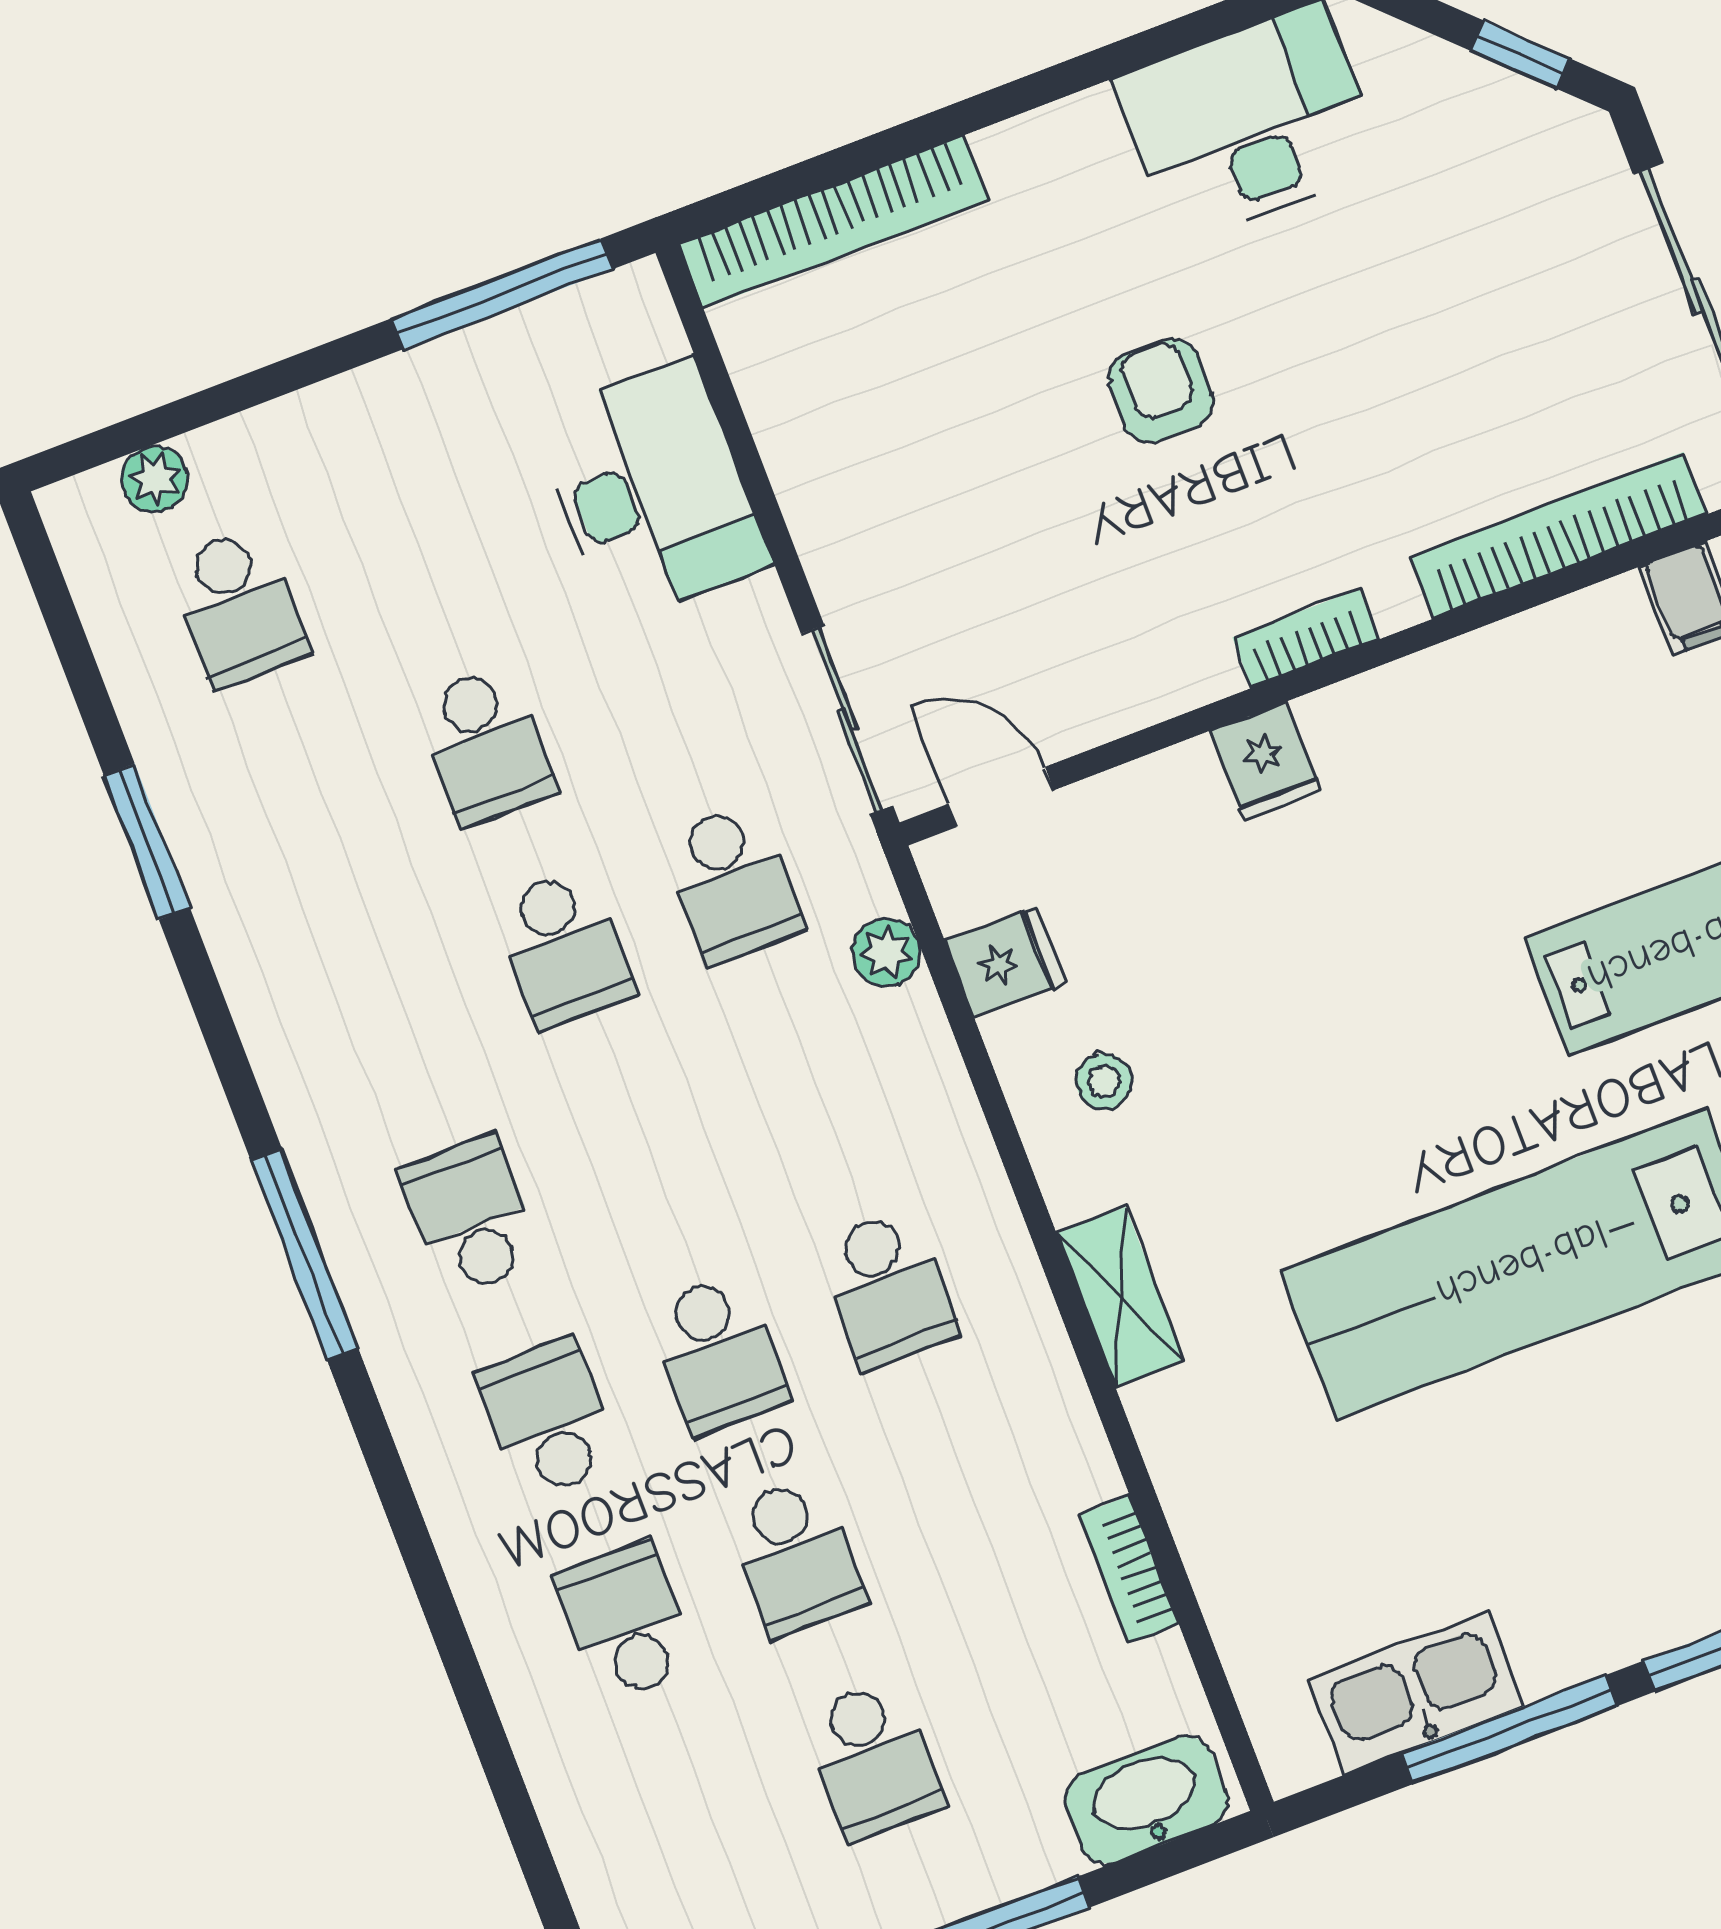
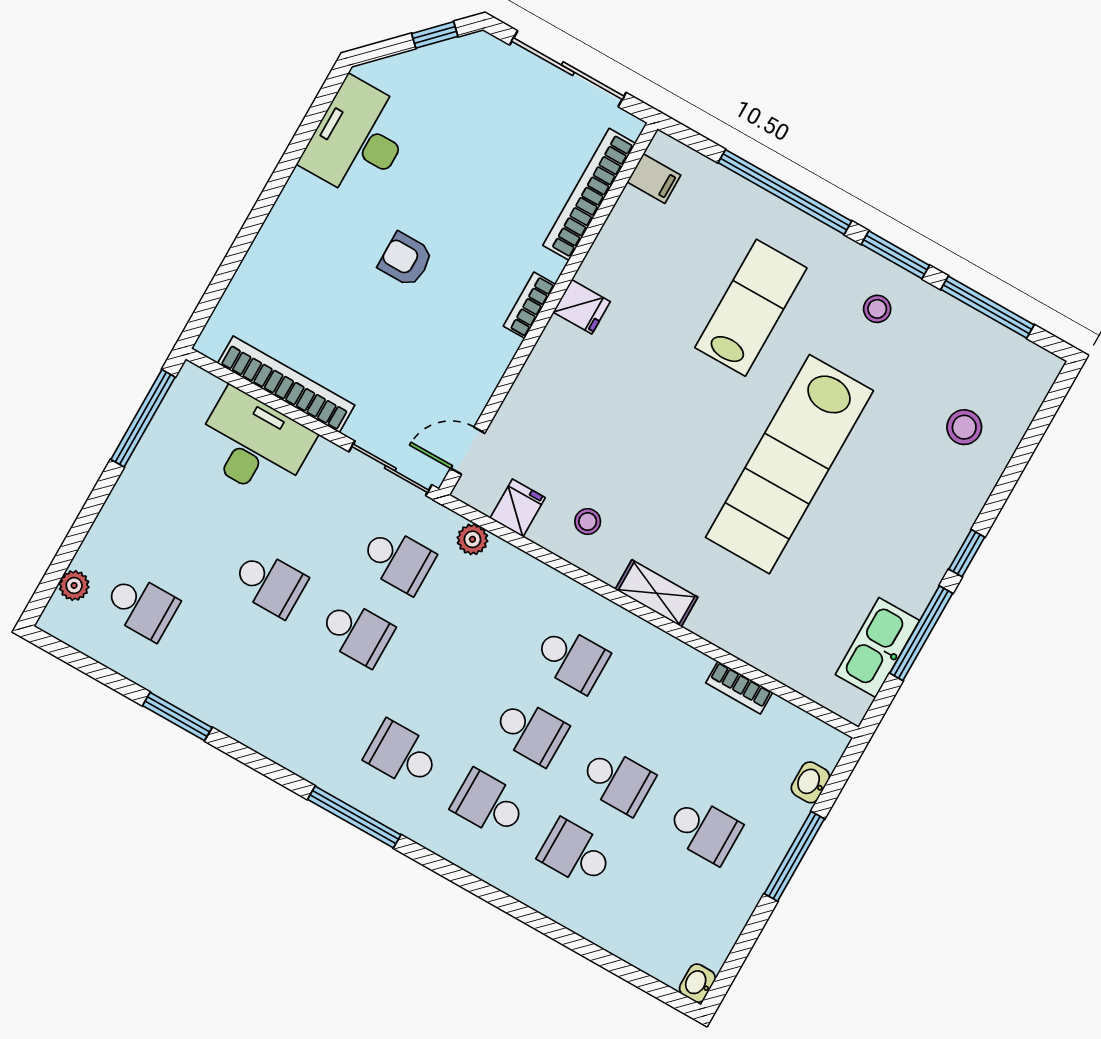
bookcase: (833, 222) -> (286, 384), moved, turned -90
fridge: (1266, 761) -> (582, 307), moved
washbasin: (1146, 1800) -> (810, 782), width x0.52, depth x0.69

